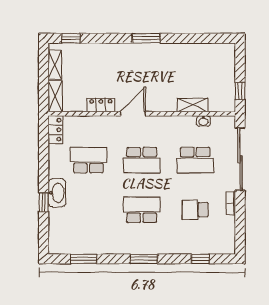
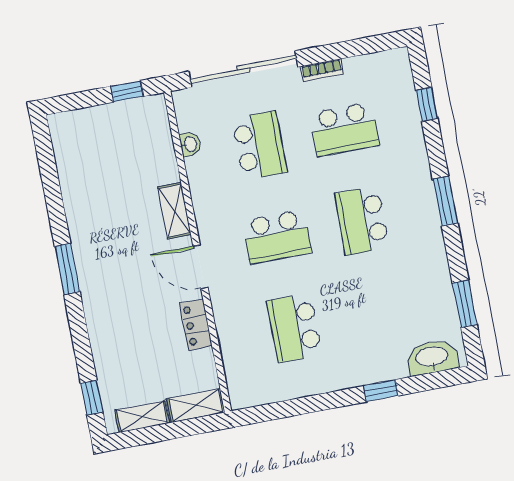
shelving: (193, 105) -> (174, 211), moved
locker: (55, 130) -> (253, 394), removed
school desk: (142, 160) -> (277, 237), turned 90
washbasin: (57, 193) -> (432, 357), moved
school desk: (195, 210) -> (344, 129), width x1.85

